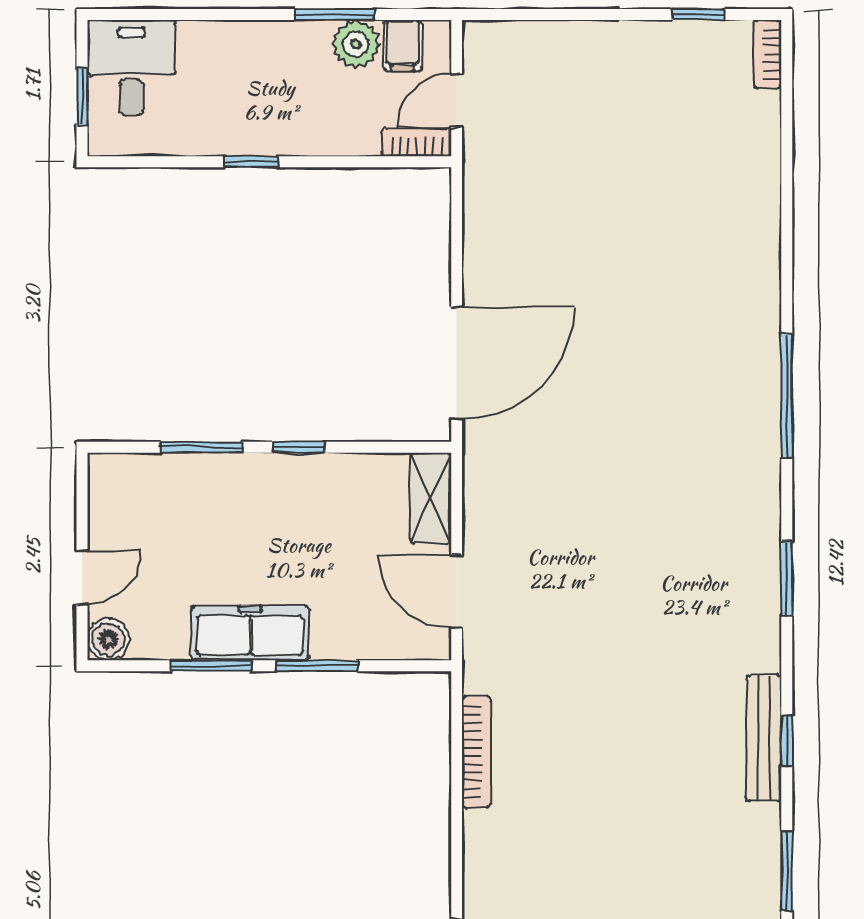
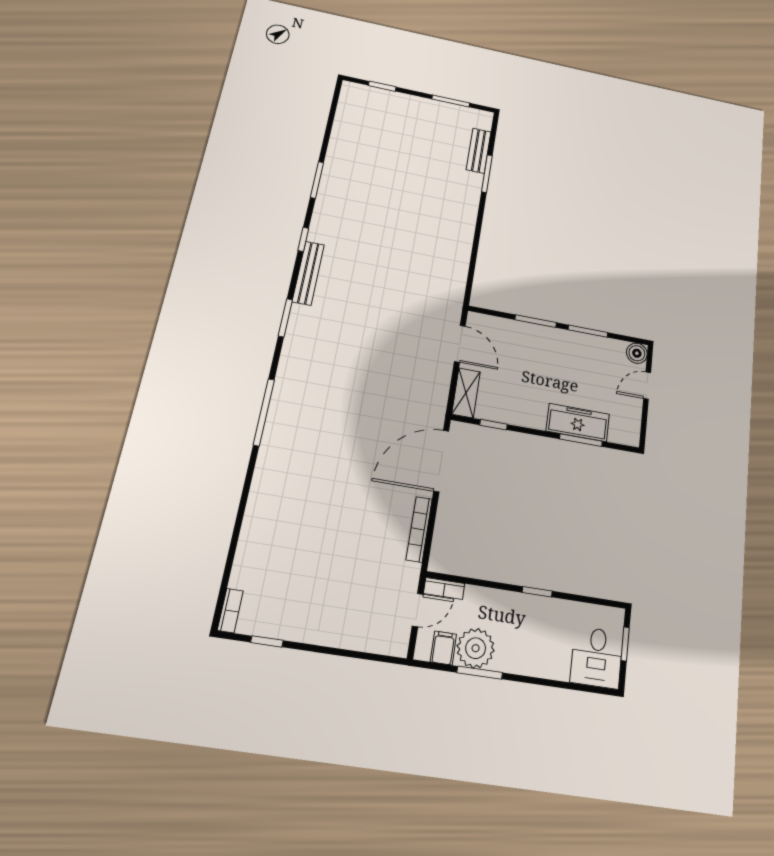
plant: (356, 44) -> (476, 648), width x1.36, depth x1.36
window: (299, 447) -> (494, 425), moved
freezer: (250, 633) -> (578, 422), moved, turned 180
bench: (764, 738) -> (308, 273), moved
bookcase: (476, 752) -> (419, 529), moved

